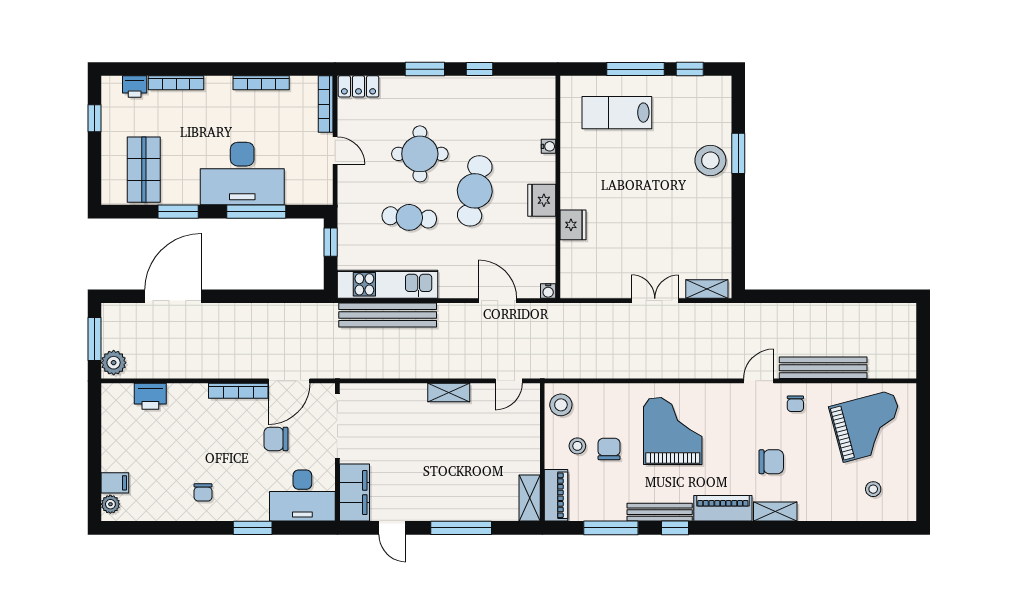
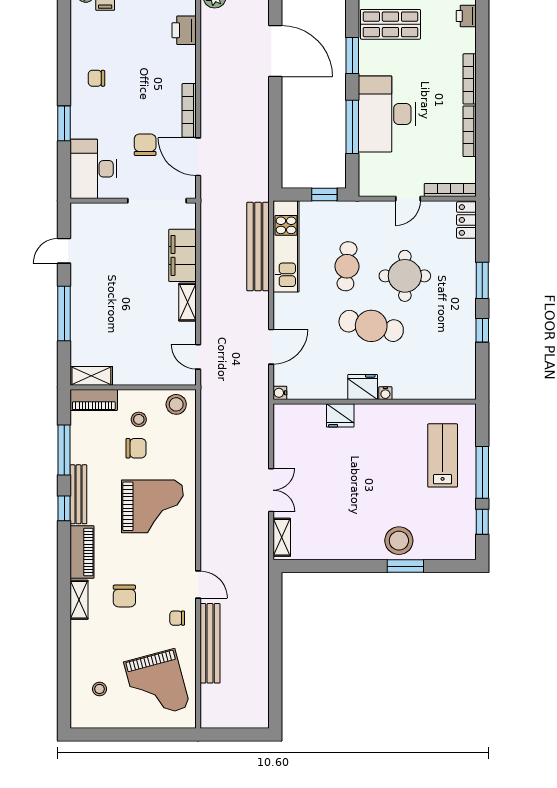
bookcase: (176, 83) -> (470, 79), moved
water cooler: (548, 146) -> (385, 393), moved
filing cabinet: (354, 493) -> (182, 255), moved, turned 90

